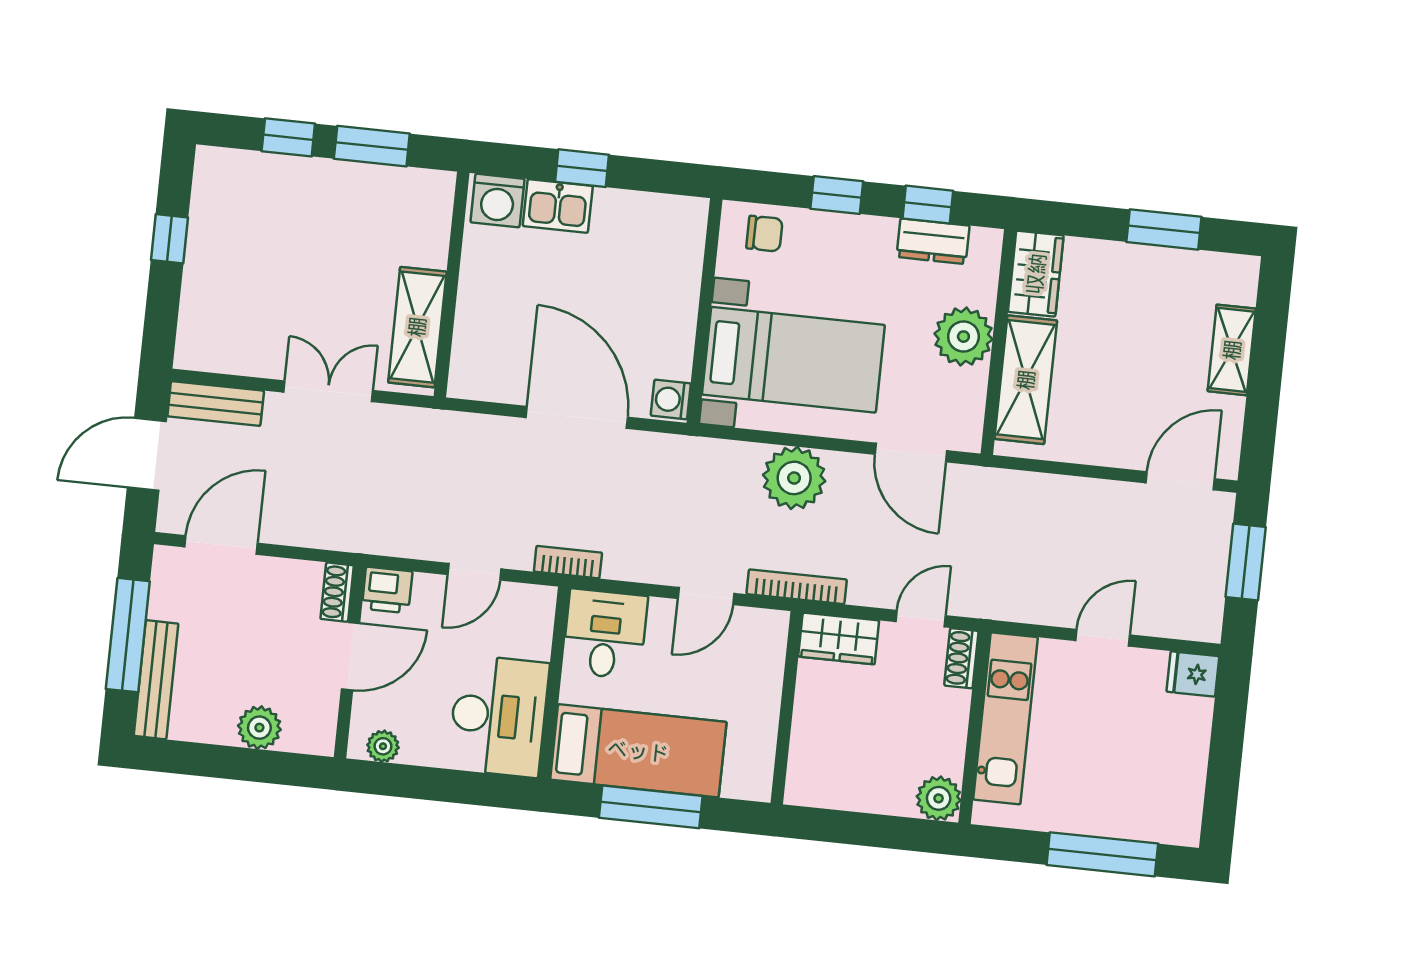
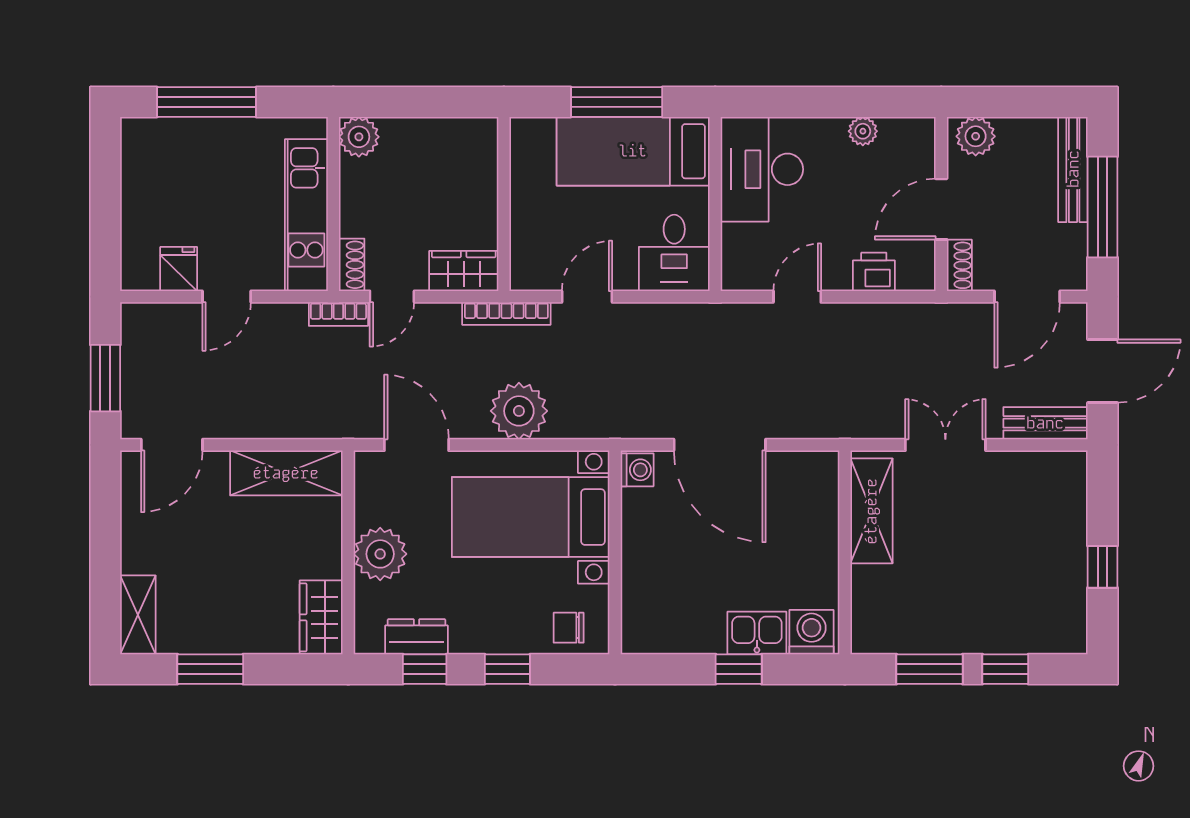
shelving: (1232, 350) -> (138, 615), moved
shelving: (1026, 380) -> (286, 473), moved, turned 90
double door: (328, 391) -> (945, 445), swing flipped
bookcase: (568, 562) -> (338, 314), moved
shoe rack: (337, 592) -> (959, 265), moved
door: (351, 656) -> (941, 209), moved
wall: (350, 662) -> (941, 204), moved
fridge: (1193, 674) -> (179, 269), moved, turned -90

